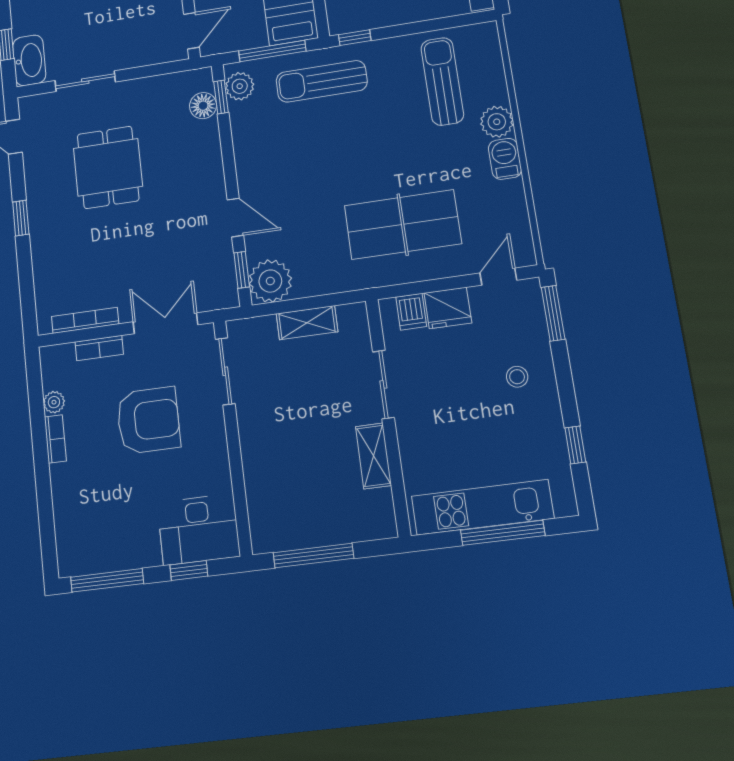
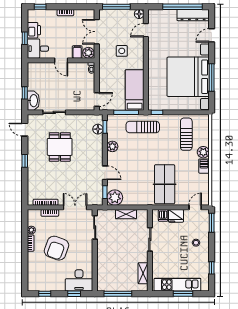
plant: (240, 86) -> (112, 146), moved
table tennis table: (403, 225) -> (165, 184), turned 90
armchair: (148, 420) -> (56, 248), moved, turned 110
shelving: (373, 456) -> (143, 273), moved
window: (503, 533) -> (183, 294), width x0.69
window: (107, 580) -> (45, 294), width x0.46

